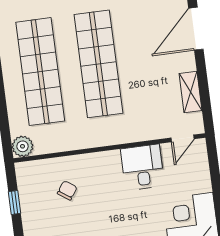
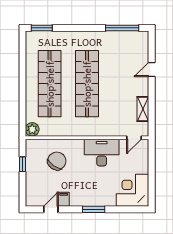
door: (196, 29) -> (152, 69), width x0.53
desk: (142, 167) -> (102, 153), width x1.37
chair: (67, 190) -> (57, 161), width x1.87, depth x1.87

